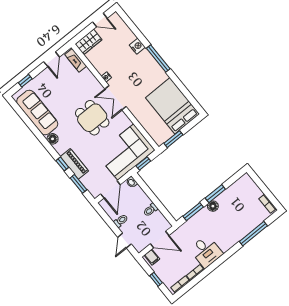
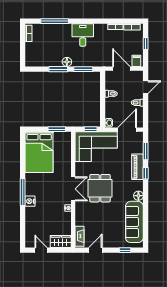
nightstand: (137, 46) -> (30, 201), moved
desk: (206, 251) -> (83, 35), moved

